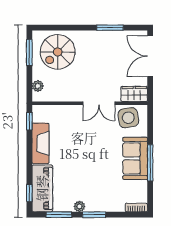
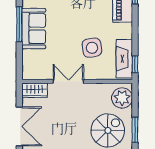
plant: (38, 86) -> (122, 98), width x1.87, depth x1.87
side table: (128, 118) -> (92, 48), moved
fireplace: (40, 143) -> (124, 59), moved

